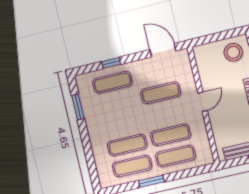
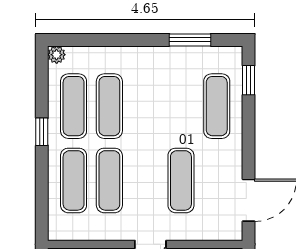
window: (111, 63) -> (249, 80), moved
window: (151, 181) -> (42, 132), width x0.67
plant: (105, 183) -> (57, 55), added

